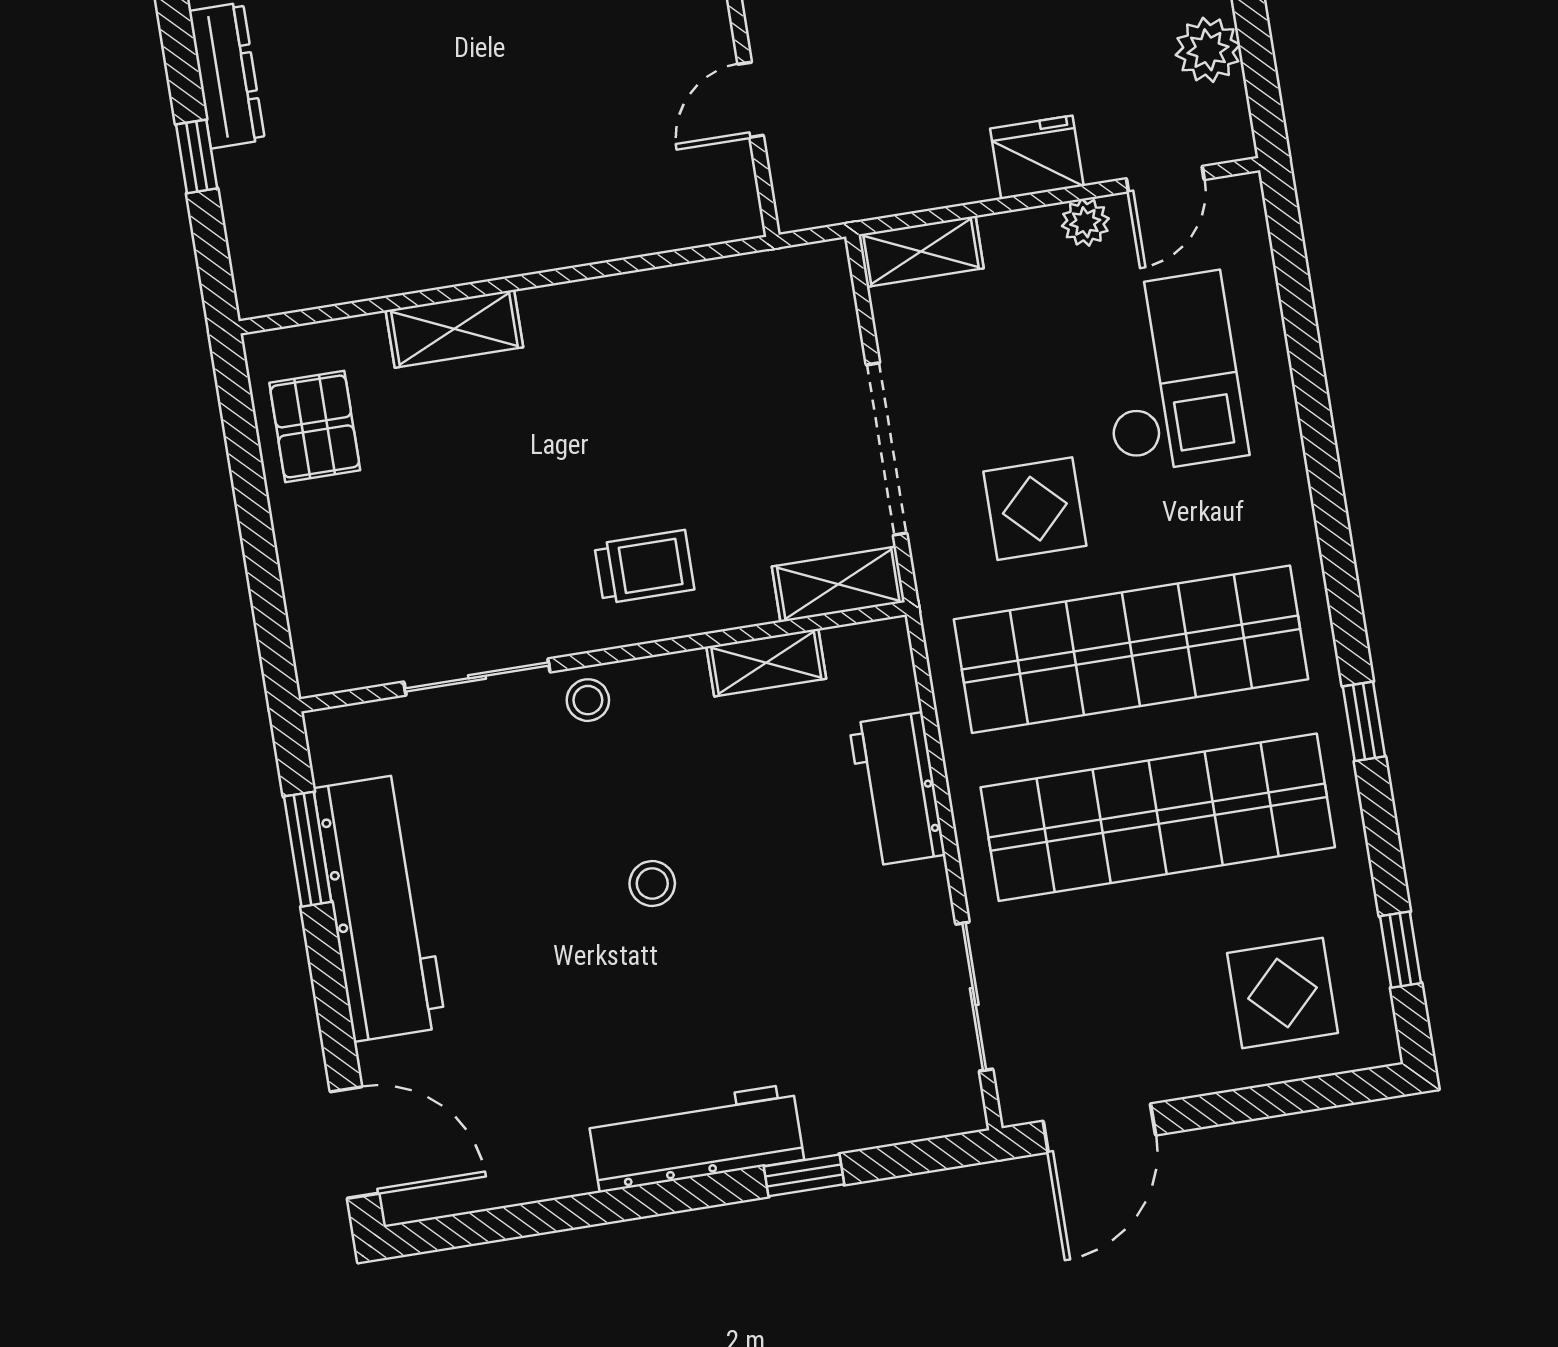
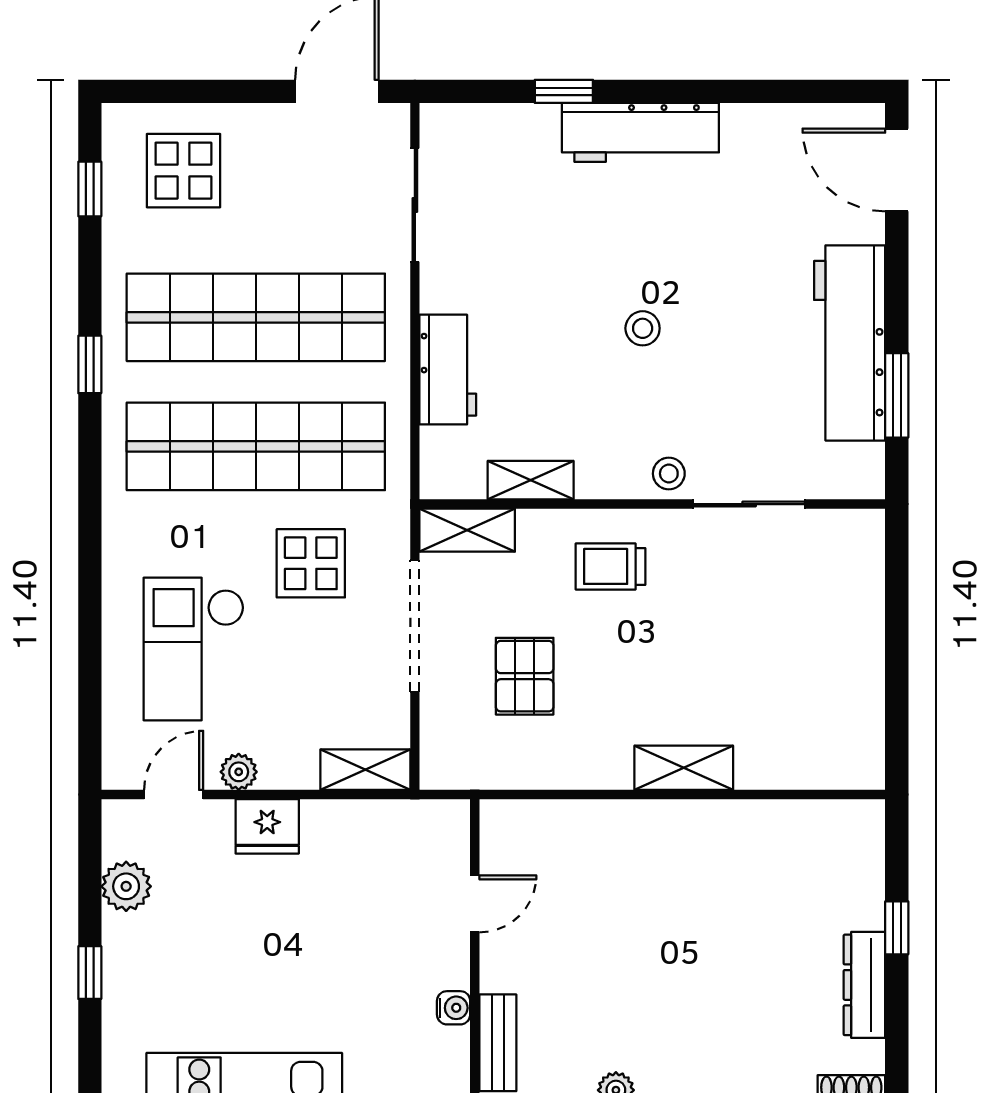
shelving: (454, 329) -> (684, 768), moved
pallet: (315, 426) -> (525, 676), moved

